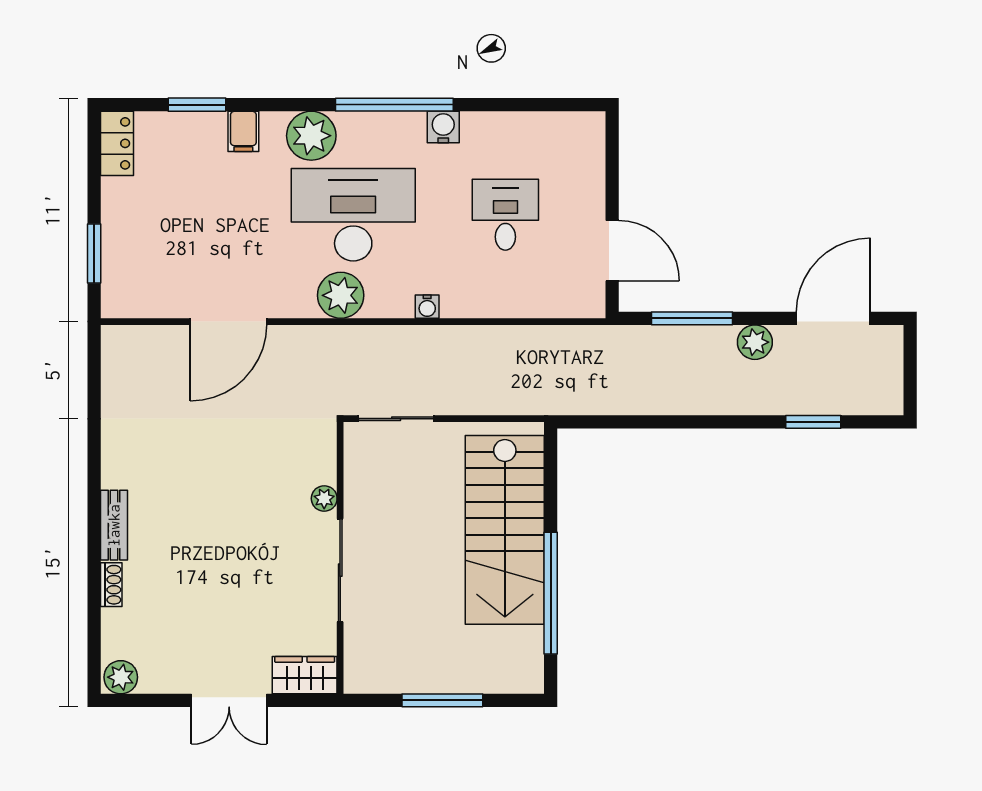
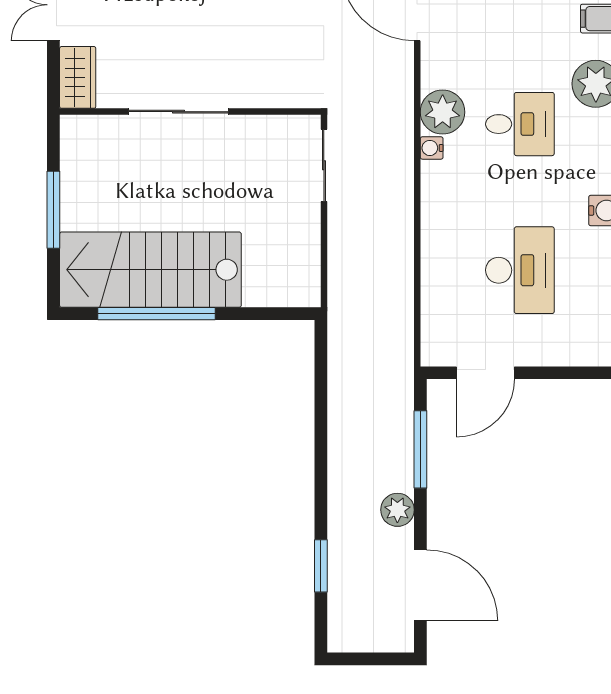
desk: (353, 215) -> (520, 124), width x0.53, depth x0.77
desk: (505, 215) -> (520, 270), width x1.37
water cooler: (427, 307) -> (432, 148), moved
plant: (324, 499) -> (247, 96), removed
stairs: (505, 530) -> (150, 270), moved

